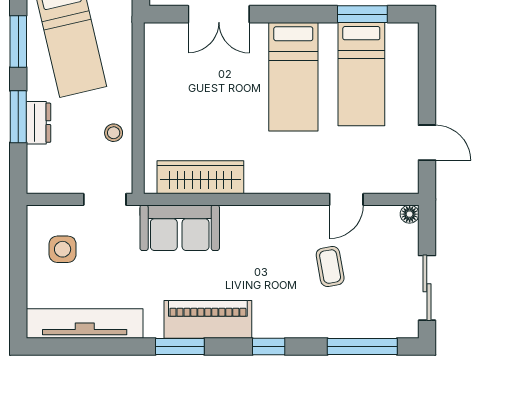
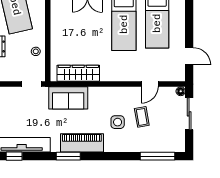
side table: (63, 249) -> (118, 122), moved
sliding door: (427, 288) -> (189, 114), moved
window: (269, 347) -> (14, 156), moved

